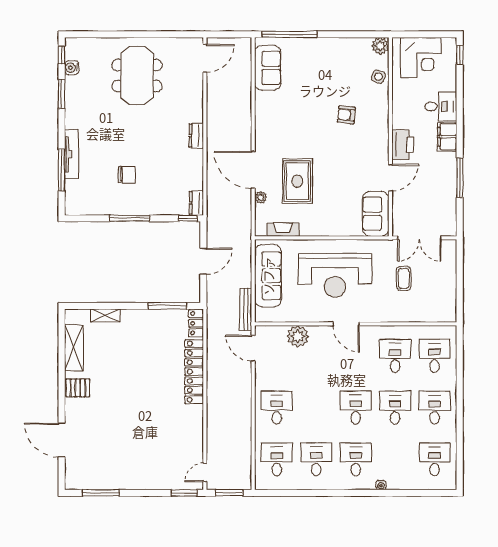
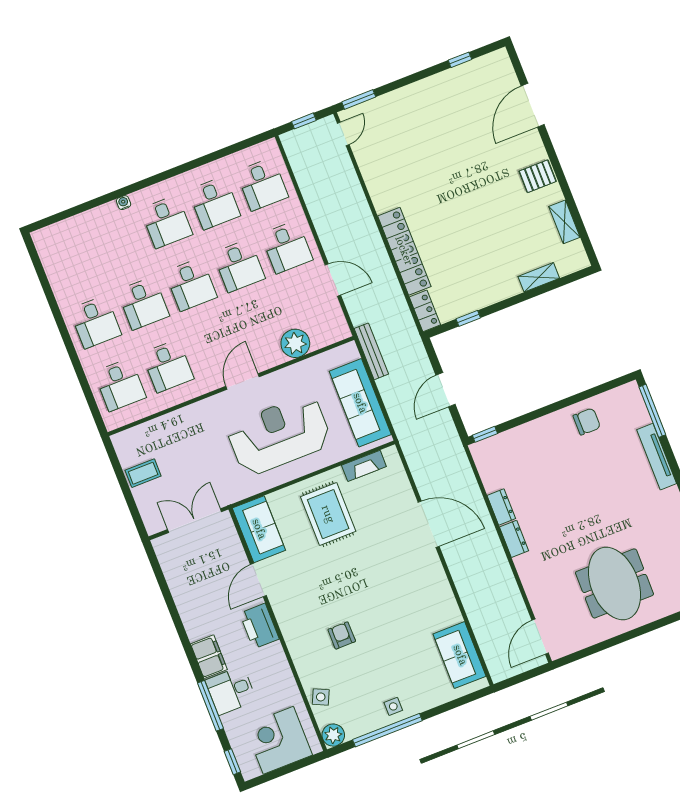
window: (289, 34) -> (387, 730), moved
side table: (329, 50) -> (393, 706), added
armchair: (346, 115) -> (342, 635), turned -96
window: (62, 170) -> (652, 411), moved
chair: (127, 175) -> (587, 422), moved, turned 180
window: (460, 178) -> (210, 706), moved
rug: (297, 181) -> (328, 514), moved
plant: (261, 197) -> (406, 494), removed
dresser: (196, 203) -> (501, 507), moved
window: (129, 218) -> (556, 407), removed
coffee table: (404, 278) -> (143, 473), moved, turned 90
window: (167, 306) -> (468, 318), width x0.46
door: (346, 324) -> (243, 382), hinge flipped
shelving: (74, 348) -> (564, 222), width x0.67, depth x0.75
door: (253, 348) -> (333, 280), moved
door: (62, 440) -> (533, 105), swing flipped
desk: (435, 459) -> (239, 266), moved
window: (101, 493) -> (460, 60), width x0.46
window: (229, 493) -> (304, 121), width x0.67

